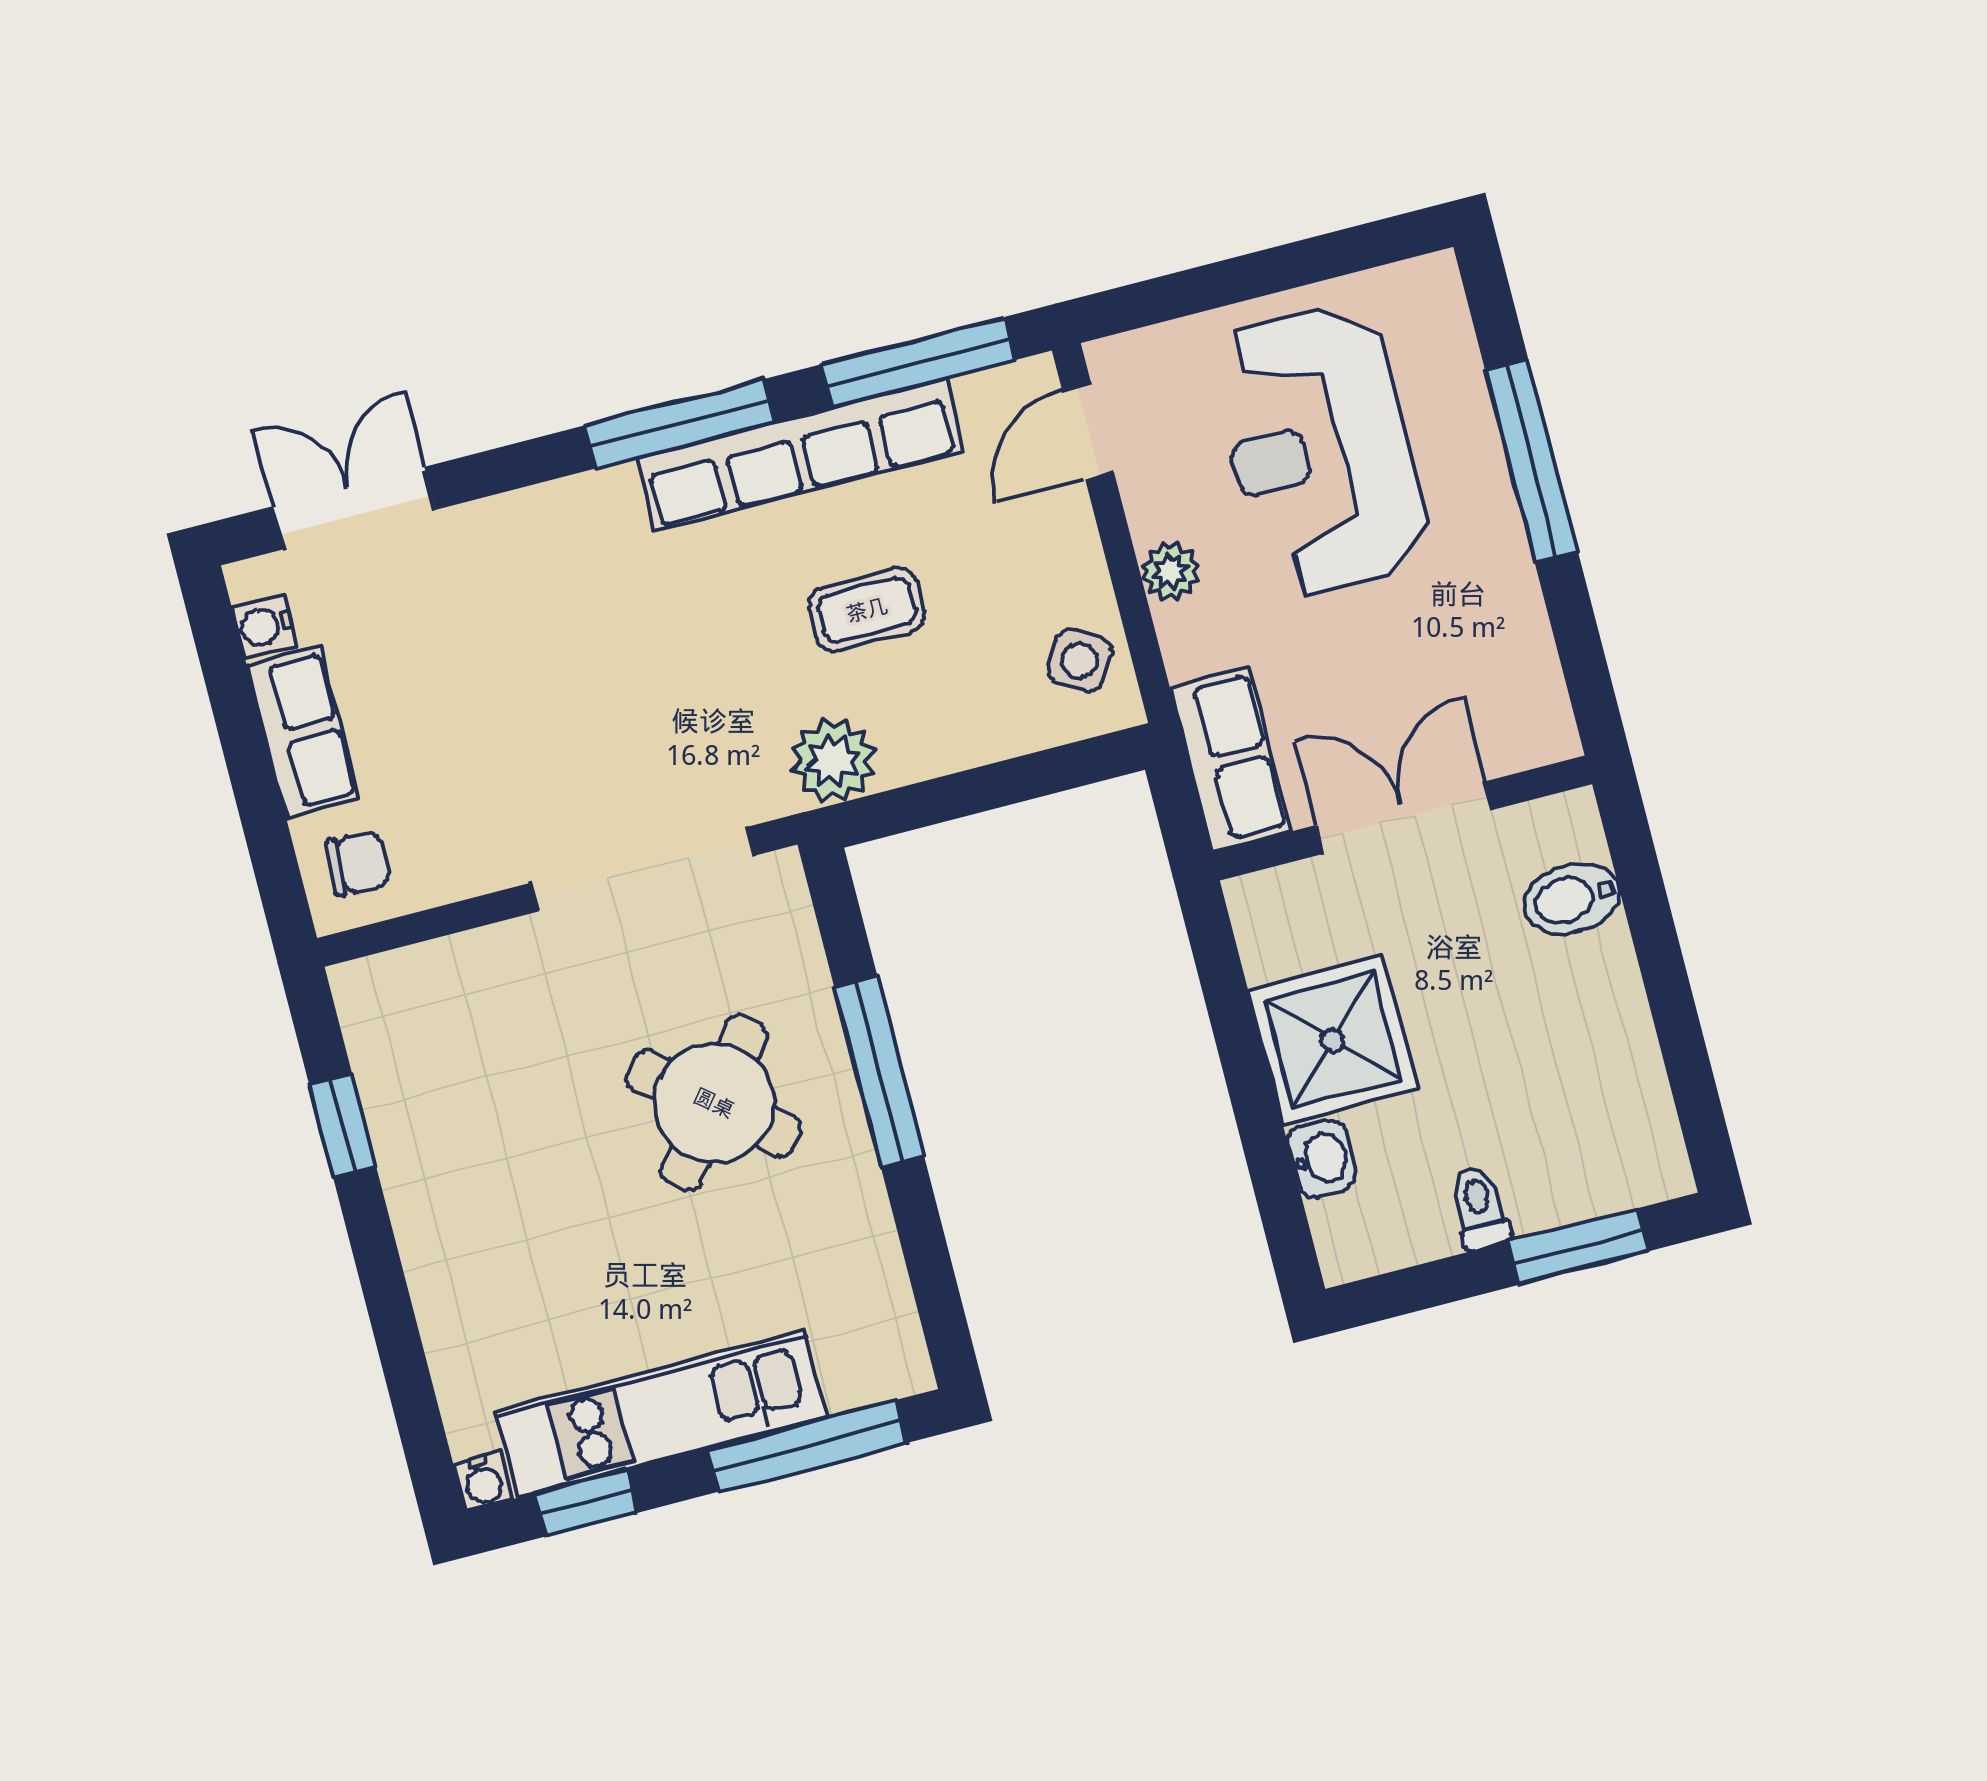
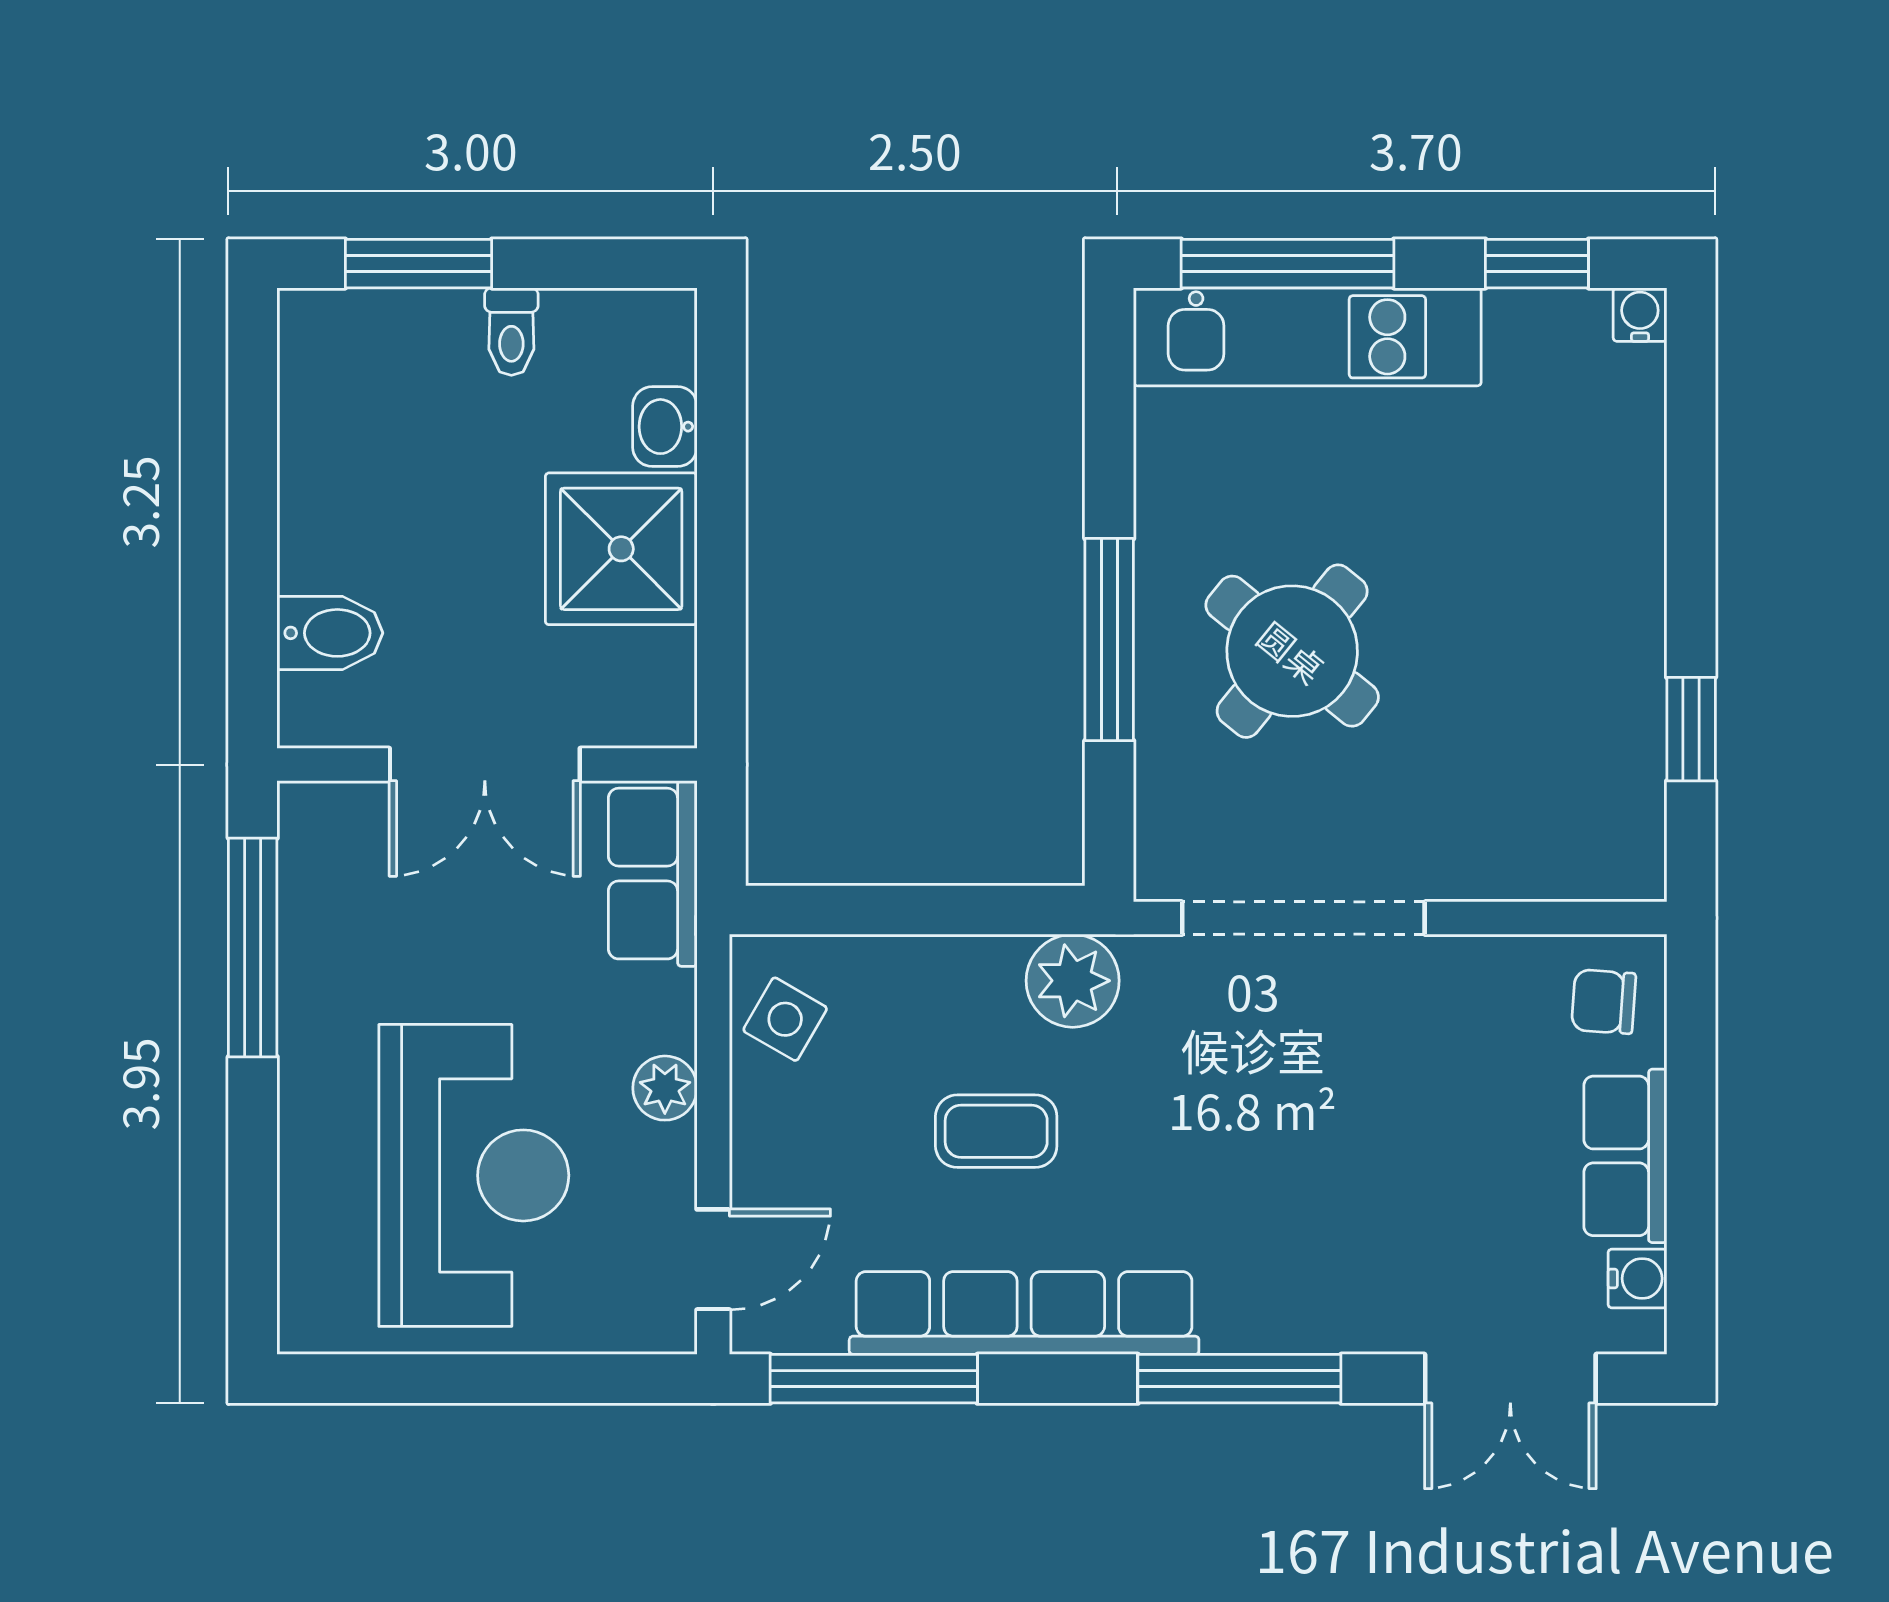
window: (679, 424) -> (1239, 1379), moved
window: (1531, 460) -> (253, 947), moved
kitchen unit: (662, 1414) -> (1307, 337), moved

